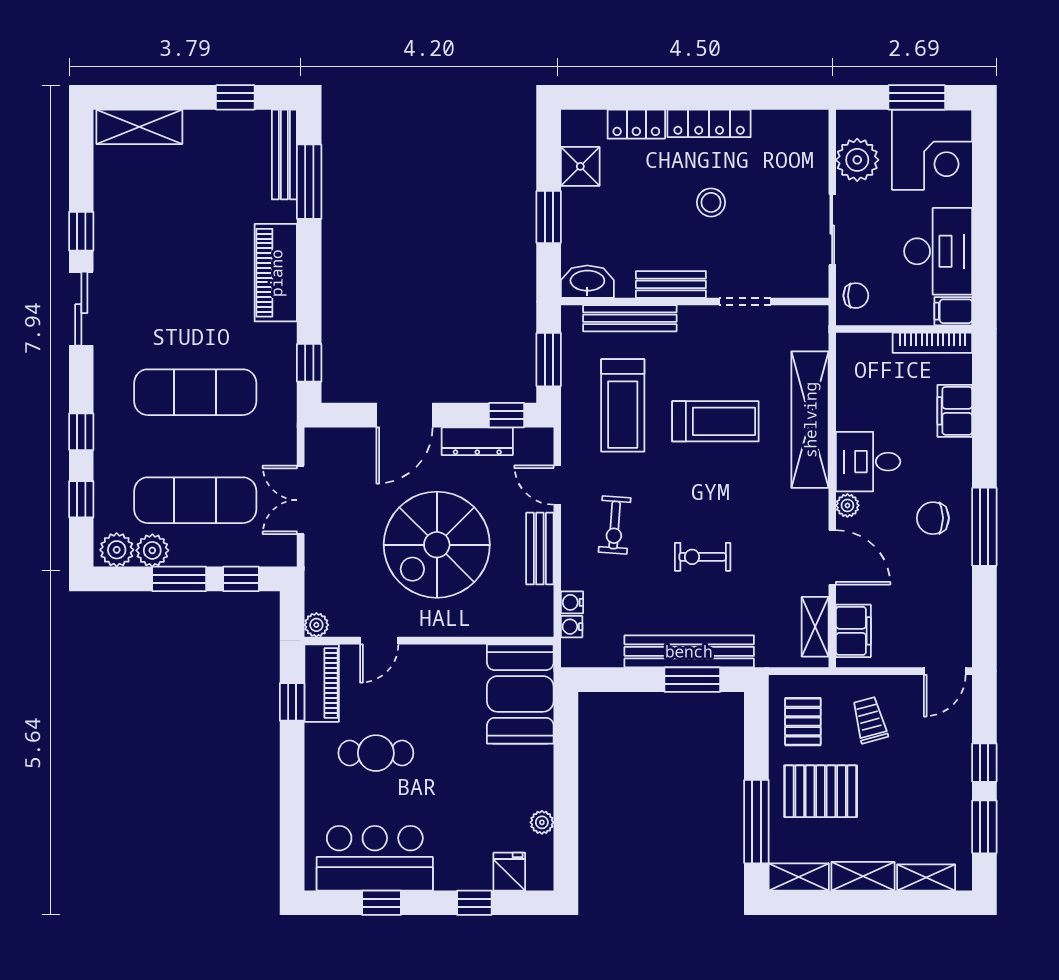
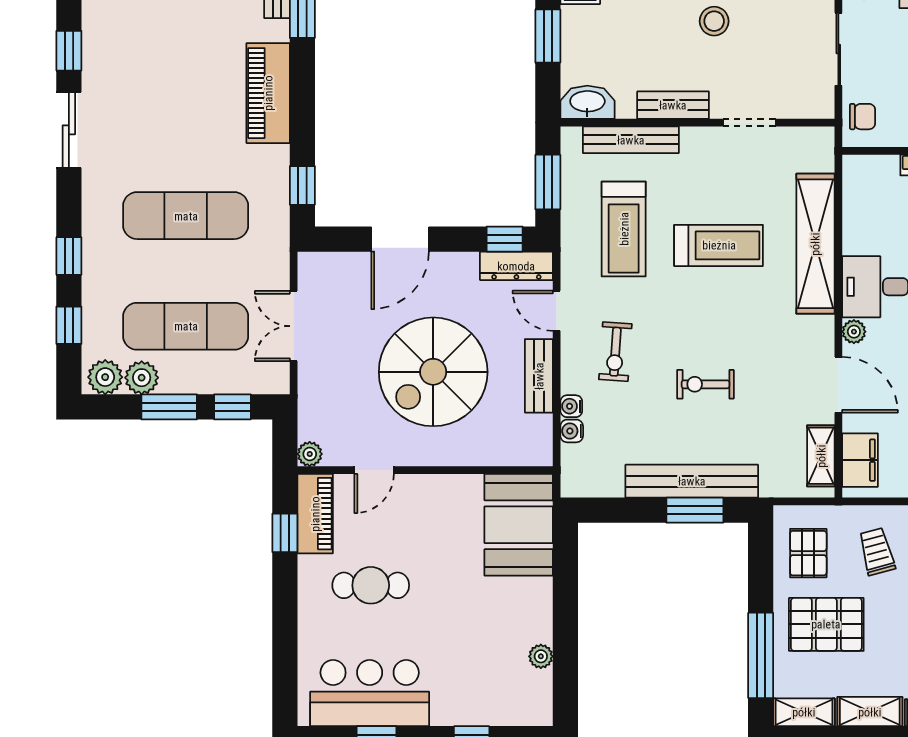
dresser: (477, 441) -> (516, 266), moved
water cooler: (572, 627) -> (571, 406), moved
fridge: (509, 872) -> (507, 707), removed

